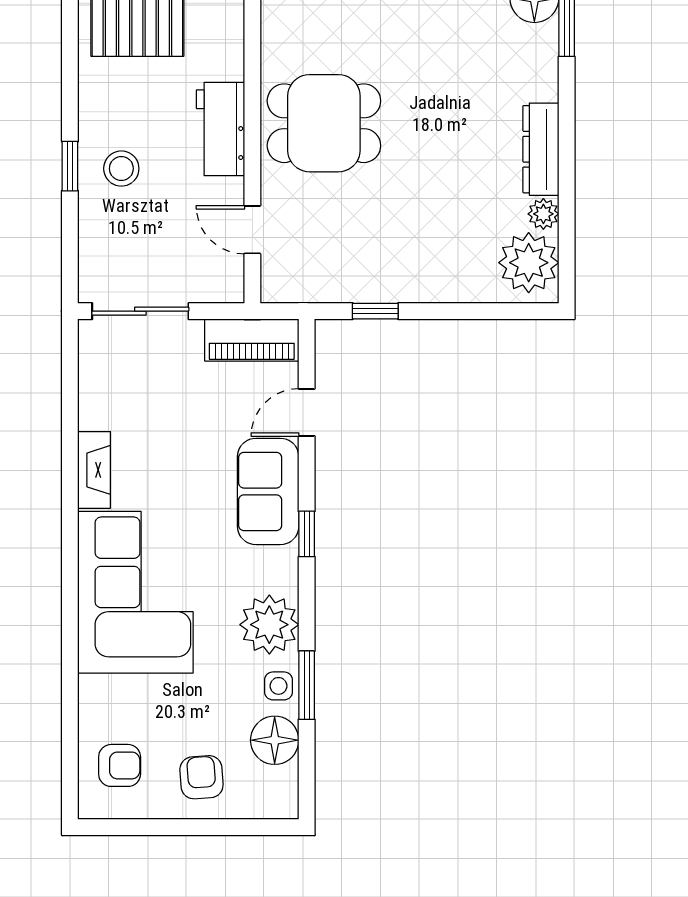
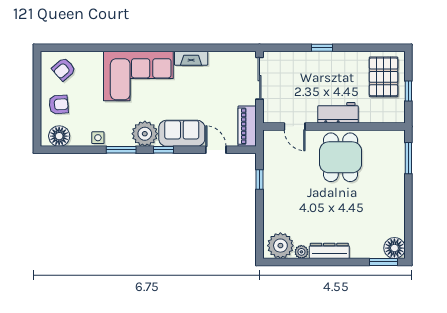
stool: (121, 169) -> (321, 70), removed
door: (252, 230) -> (295, 126), swing flipped
plant: (269, 625) -> (145, 134), moved
window: (307, 685) -> (121, 150), moved
floor lamp: (275, 740) -> (59, 136), moved
armchair: (120, 765) -> (64, 69), turned 49

